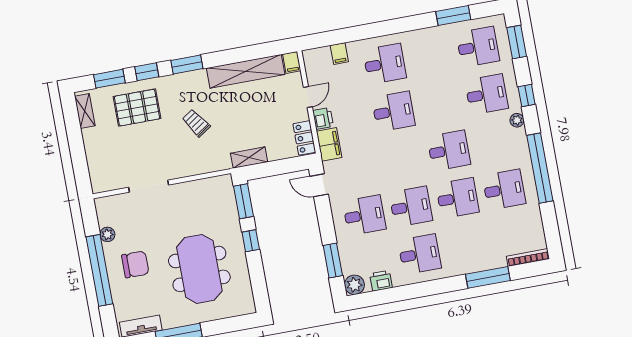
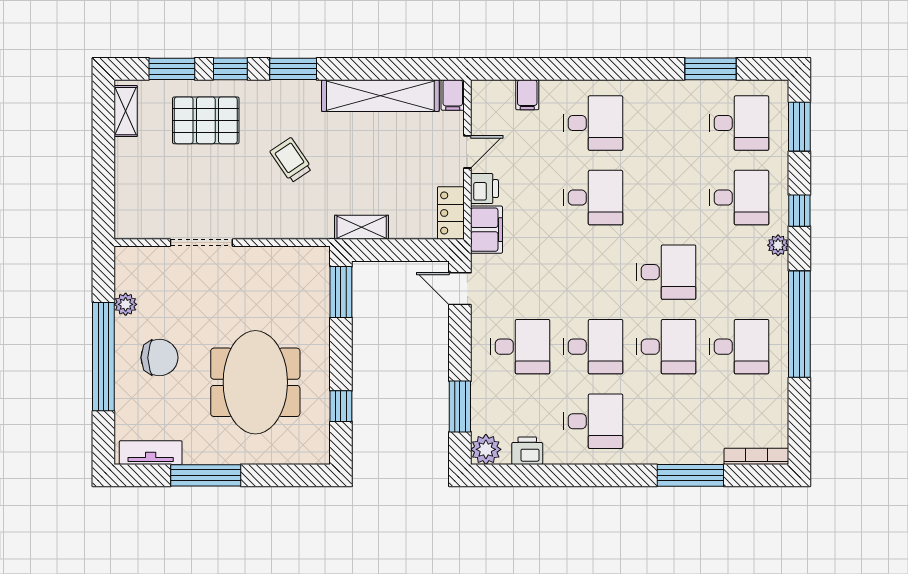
window: (251, 241) -> (341, 406), moved

